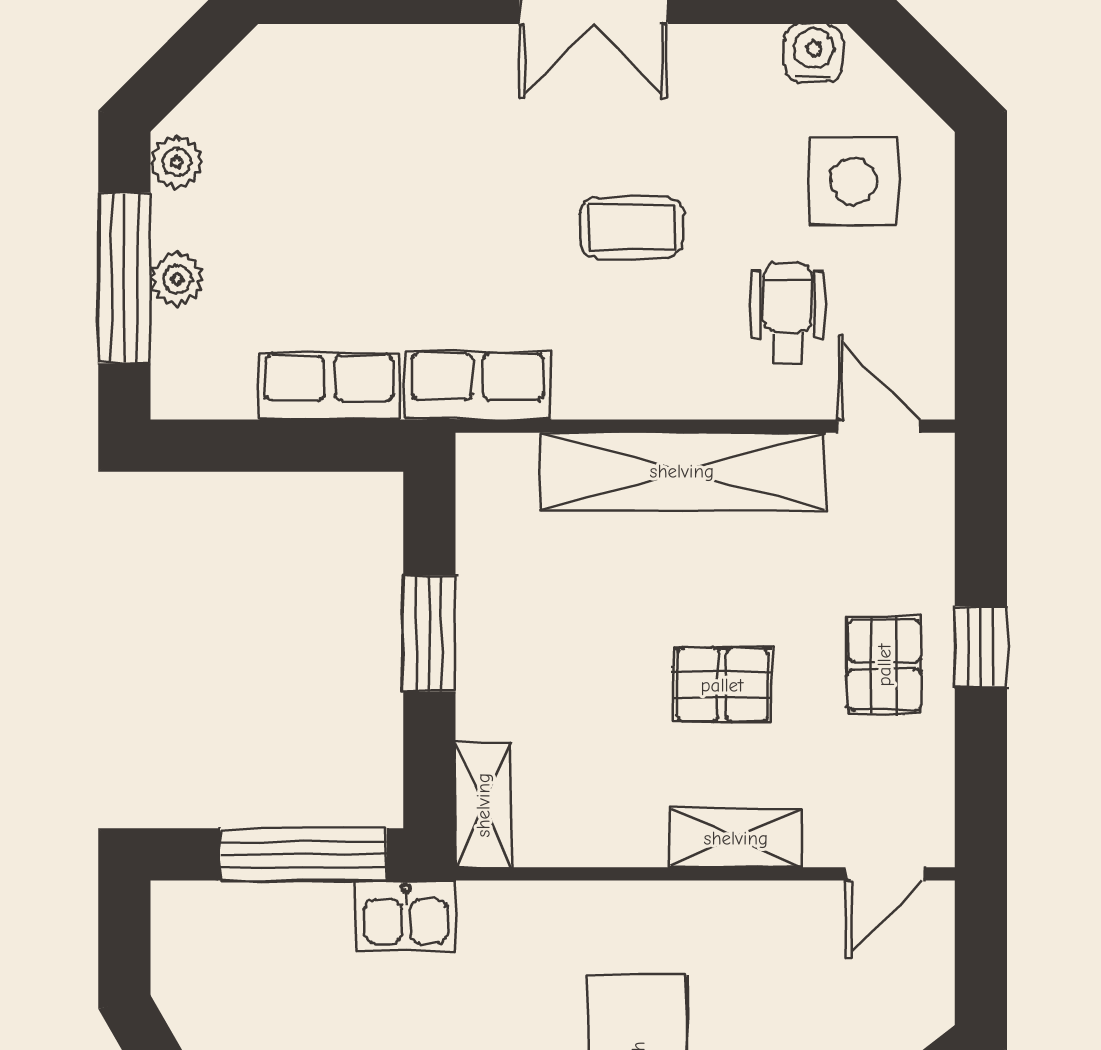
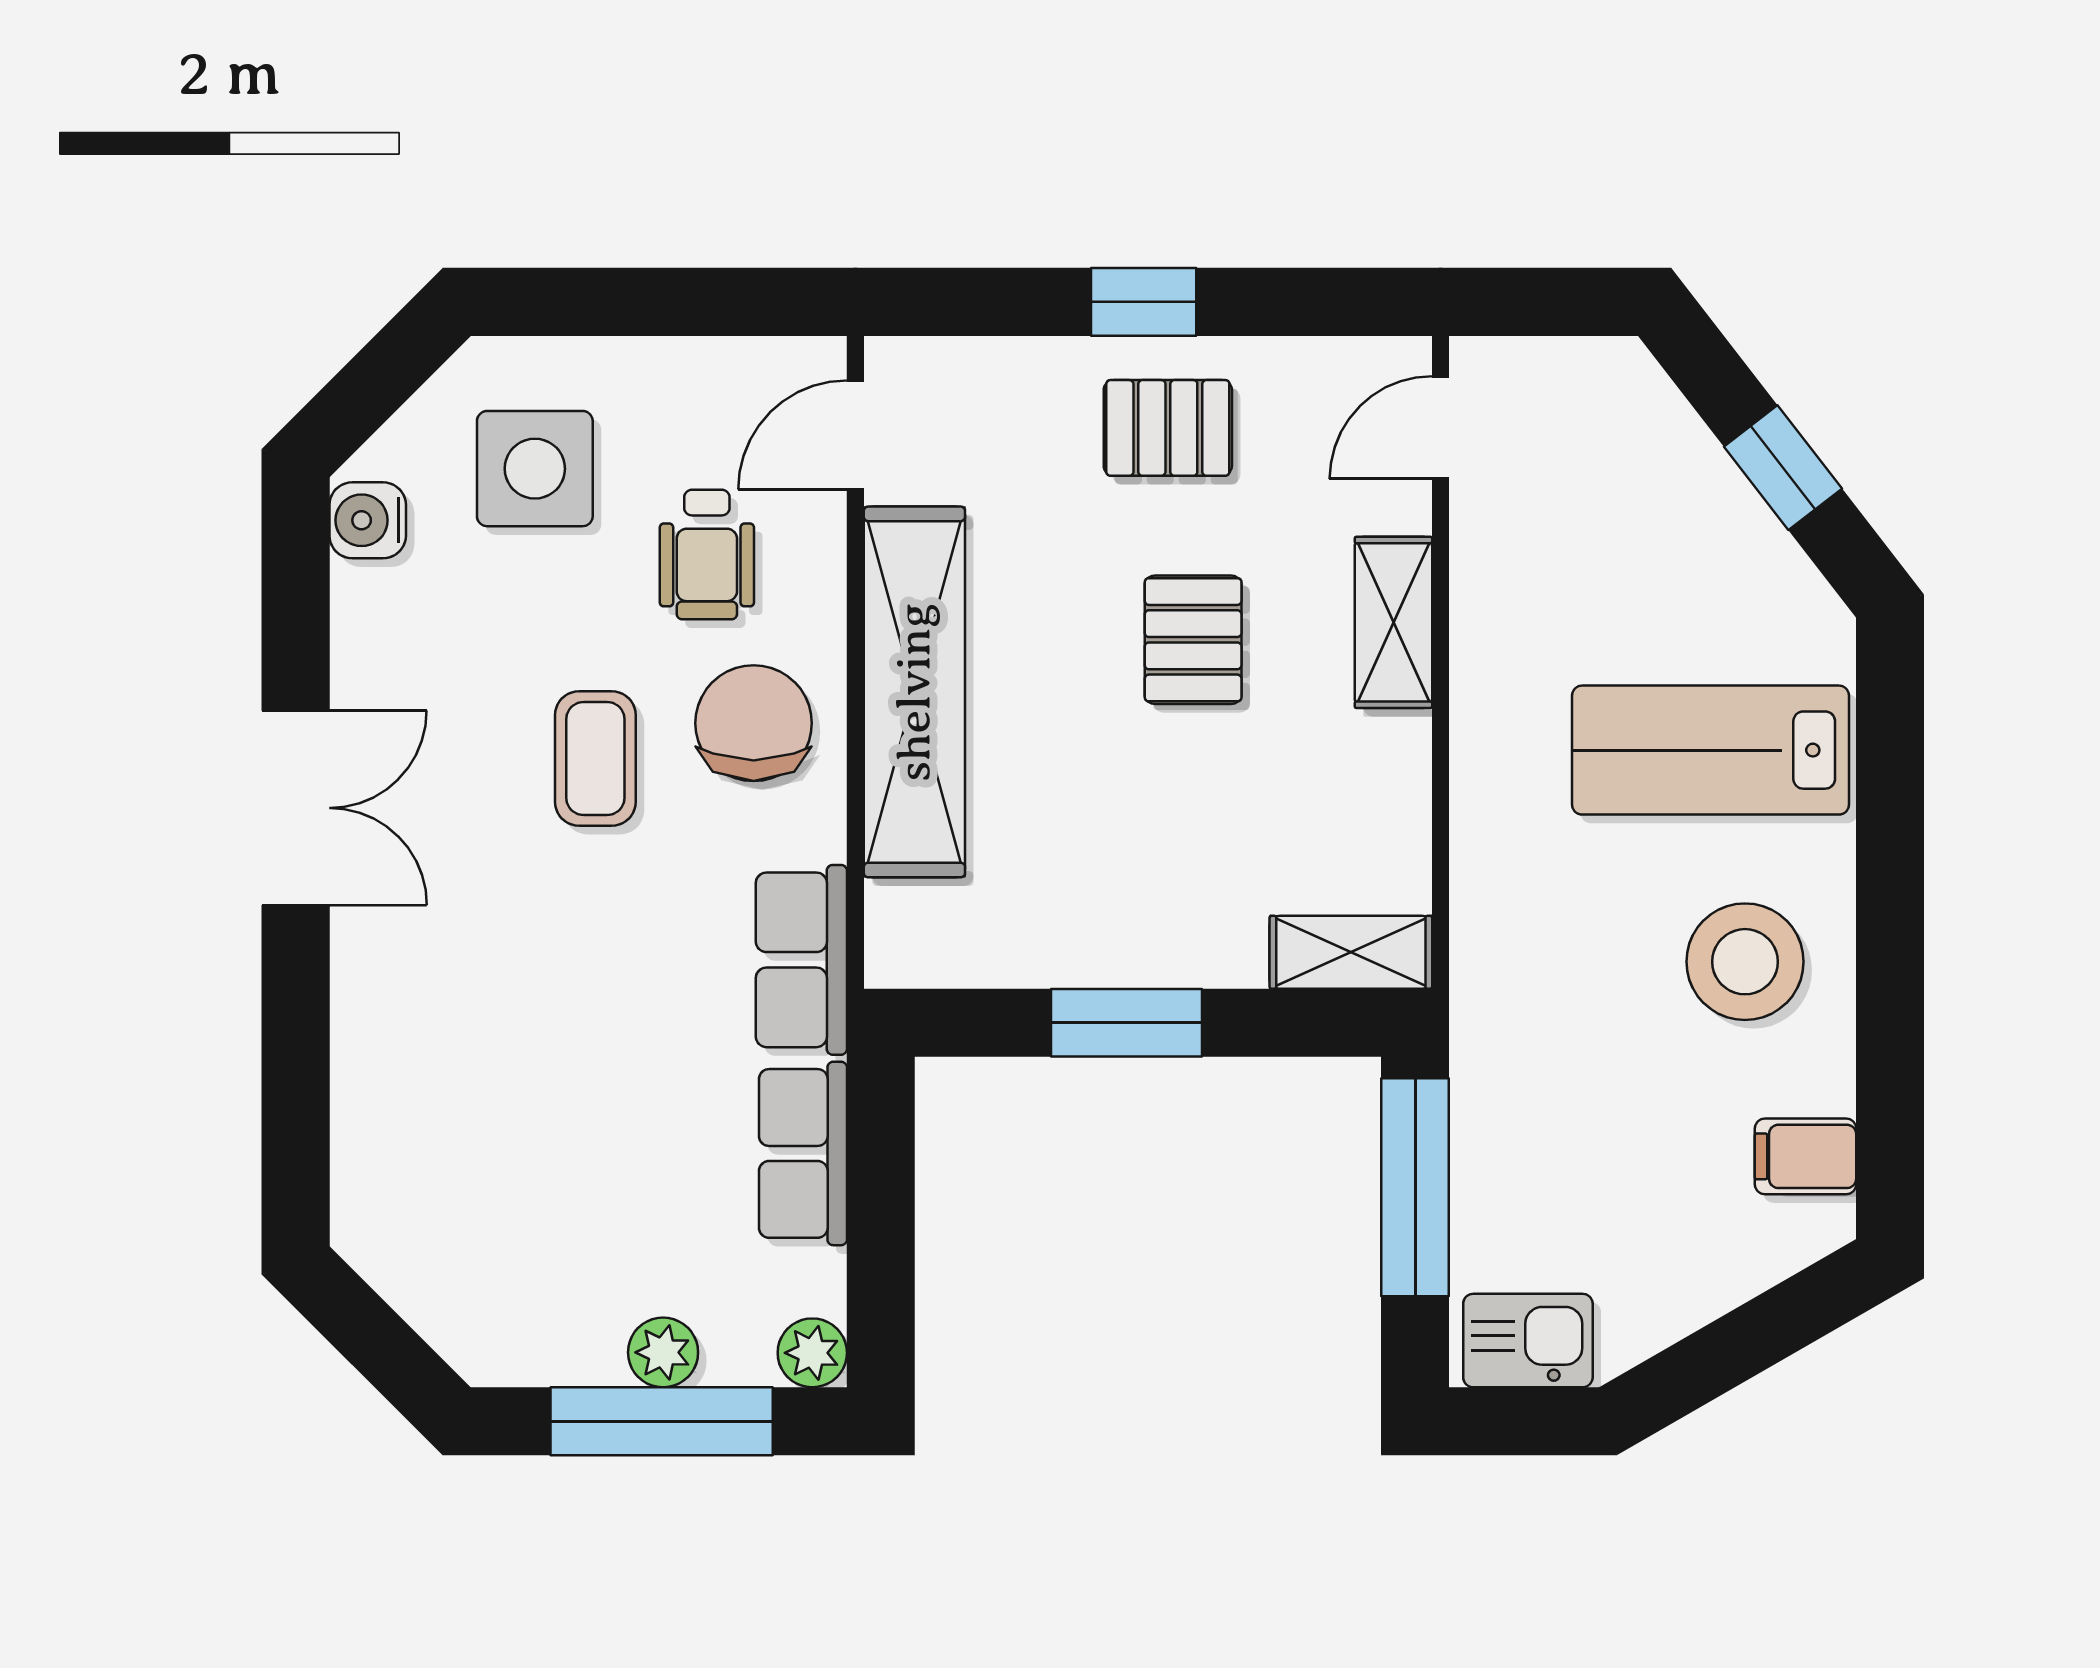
plant: (177, 162) -> (812, 1353), moved
wheelchair: (788, 313) -> (707, 555), turned -90
chair: (659, 348) -> (754, 723), added
door: (885, 874) -> (1440, 428), swing flipped
kitchen sink: (406, 916) -> (1528, 1341), moved, turned -90

